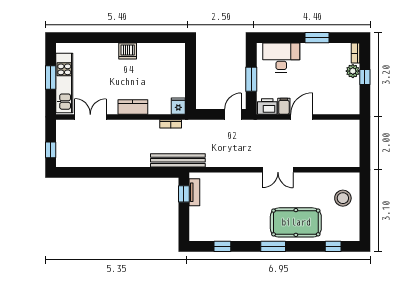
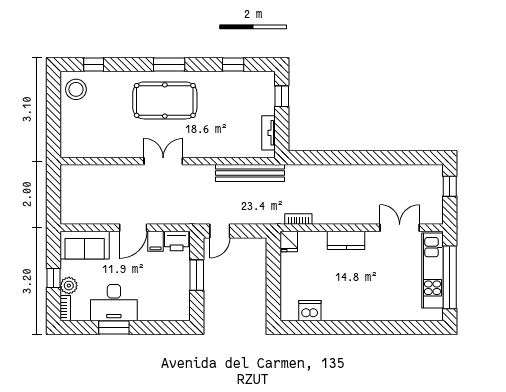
dishwasher: (128, 51) -> (310, 311), moved
desk: (281, 58) -> (114, 303), moved
window: (51, 77) -> (450, 277), width x2.11
sofa: (340, 103) -> (85, 245), added
double door: (90, 117) -> (400, 228), swing flipped
bench: (178, 160) -> (250, 173), moved
window: (184, 194) -> (282, 96), moved
stool: (343, 198) -> (76, 89), moved
pool table: (296, 222) -> (165, 100), moved

